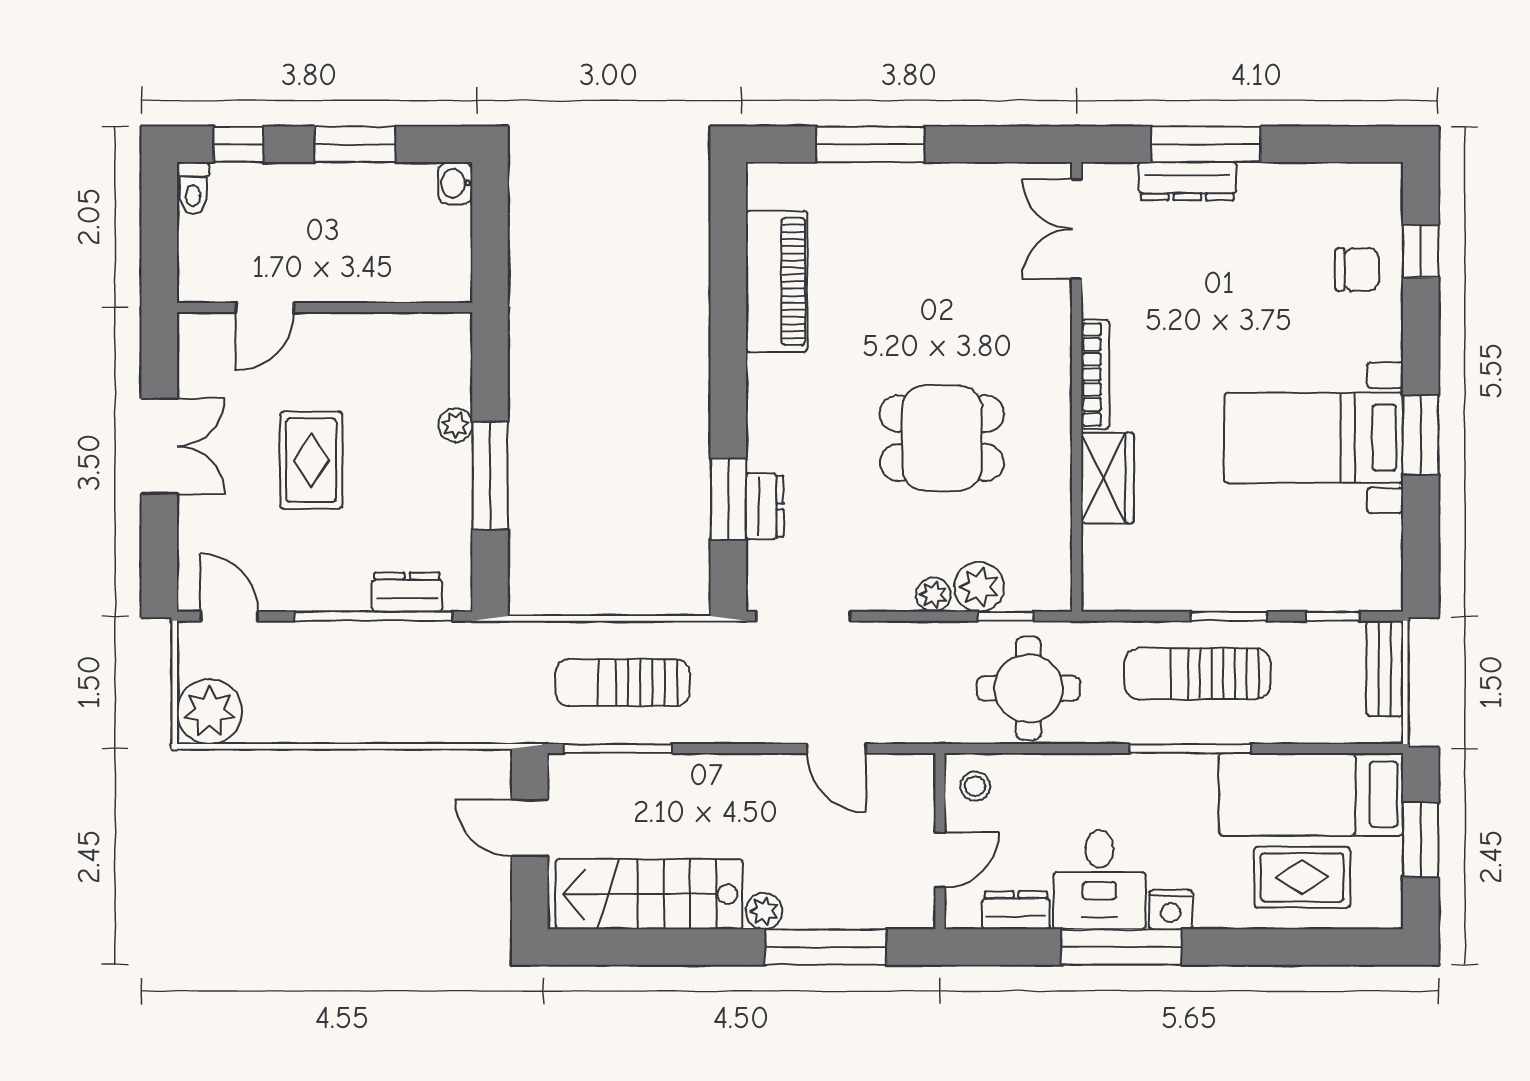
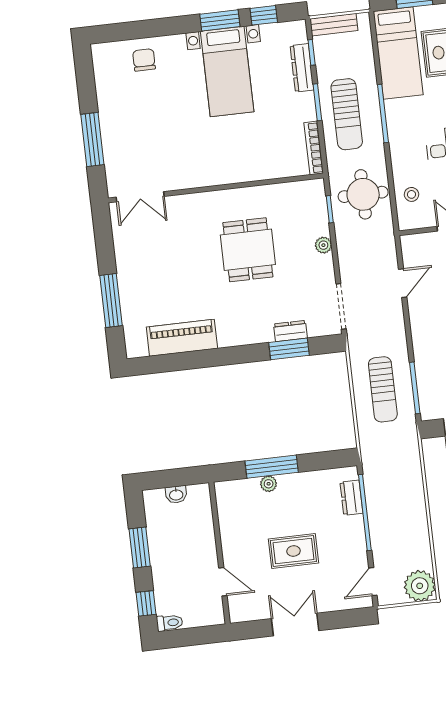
dresser: (1187, 181) -> (302, 68), moved, turned 180
washbasin: (455, 183) -> (176, 495), moved
window: (1421, 251) -> (264, 15), moved
bookcase: (1095, 374) -> (314, 148), moved, turned -90
window: (490, 476) -> (272, 467), moved
wardrobe: (1107, 478) -> (258, 168), removed
plant: (979, 587) -> (317, 224), removed
stool: (975, 786) -> (412, 194), moved

